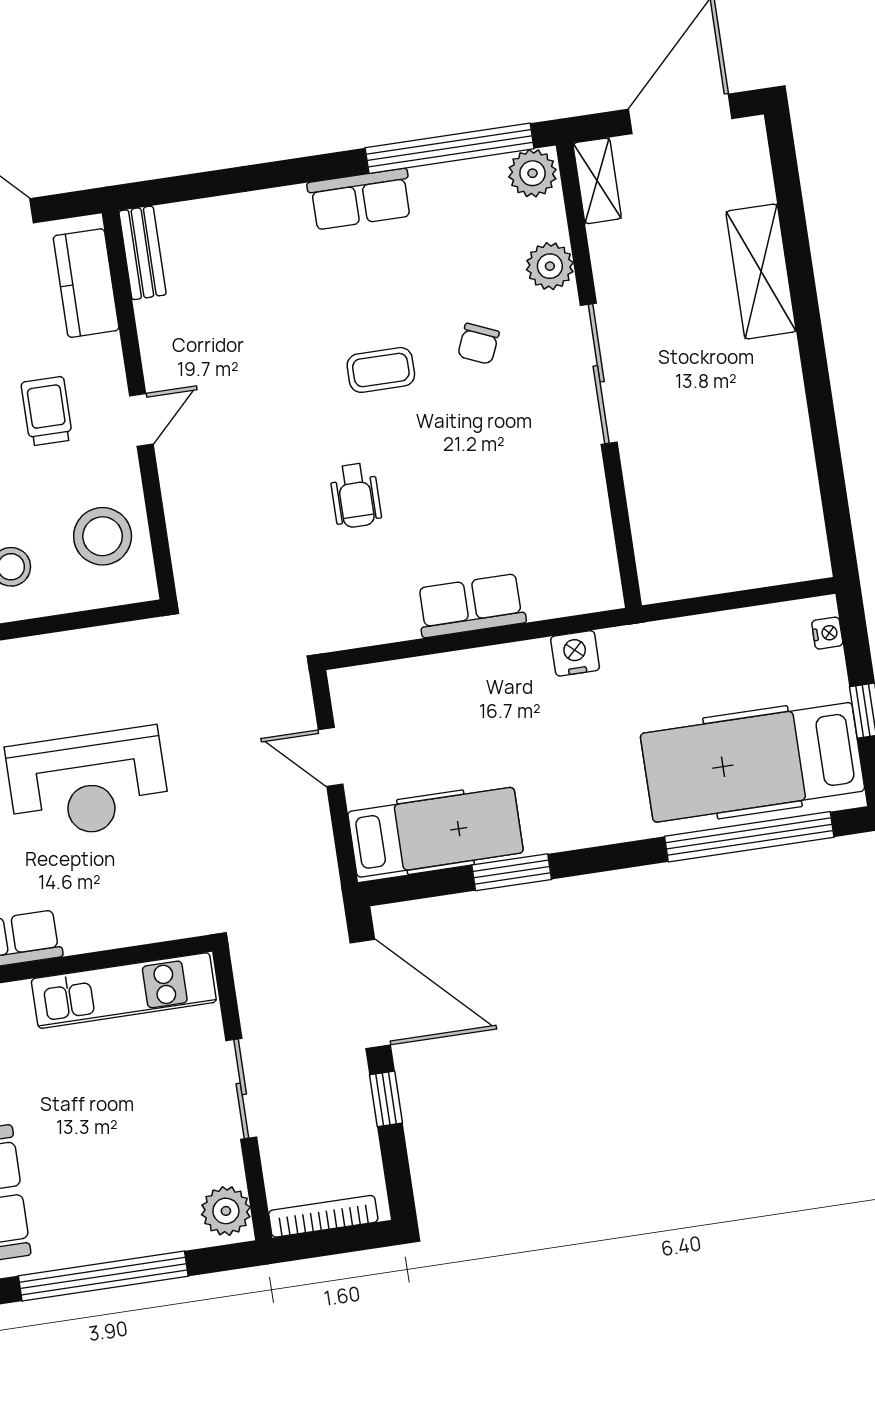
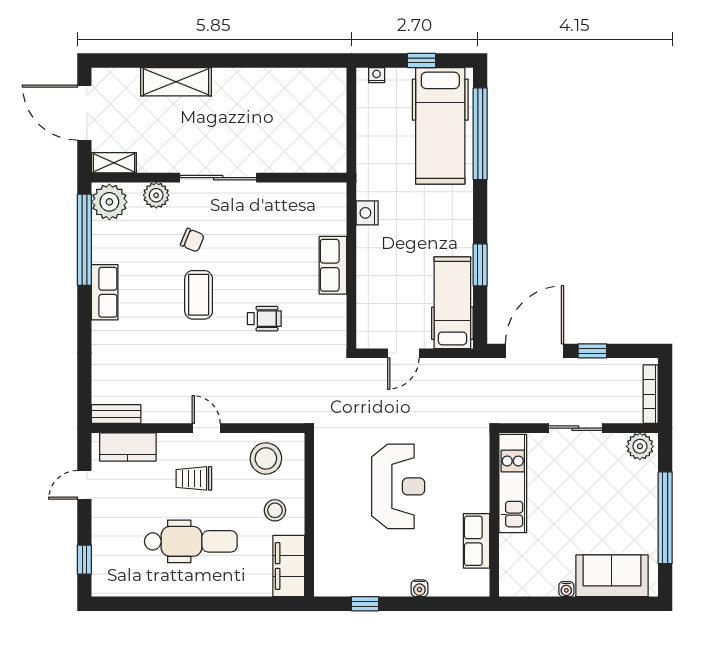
plant: (532, 173) -> (109, 202), width x1.36, depth x1.36
coffee table: (381, 370) -> (199, 295), width x1.36, depth x1.30

